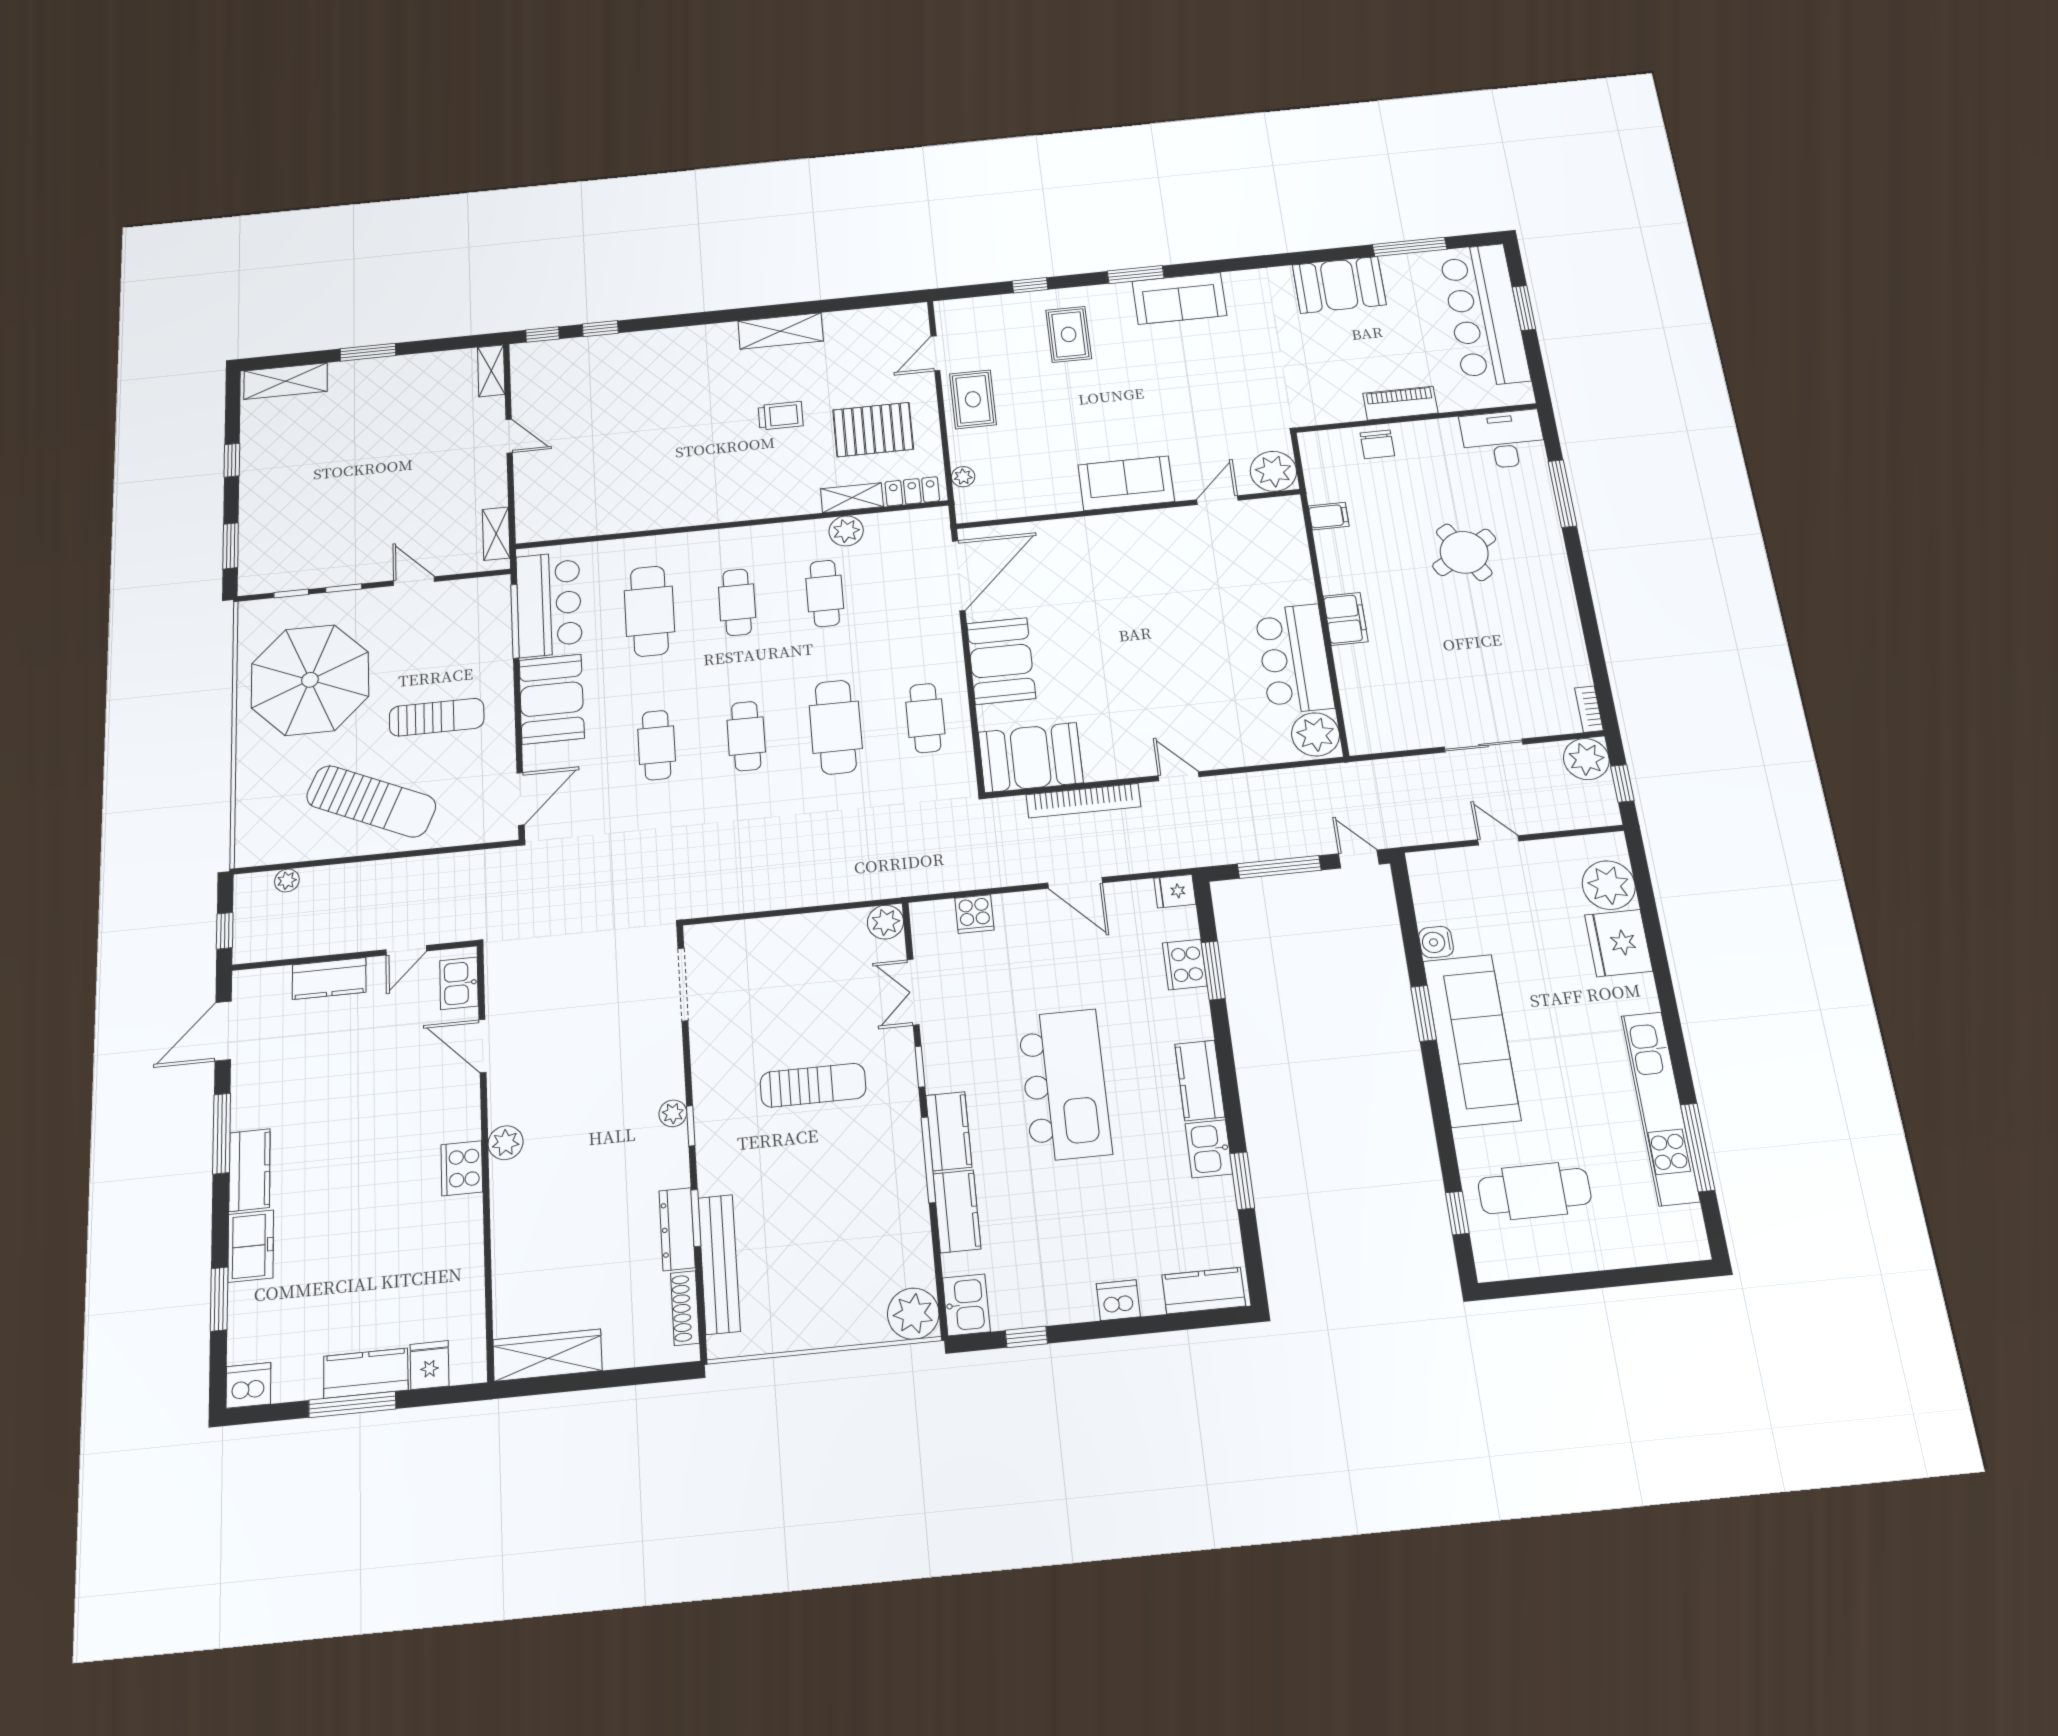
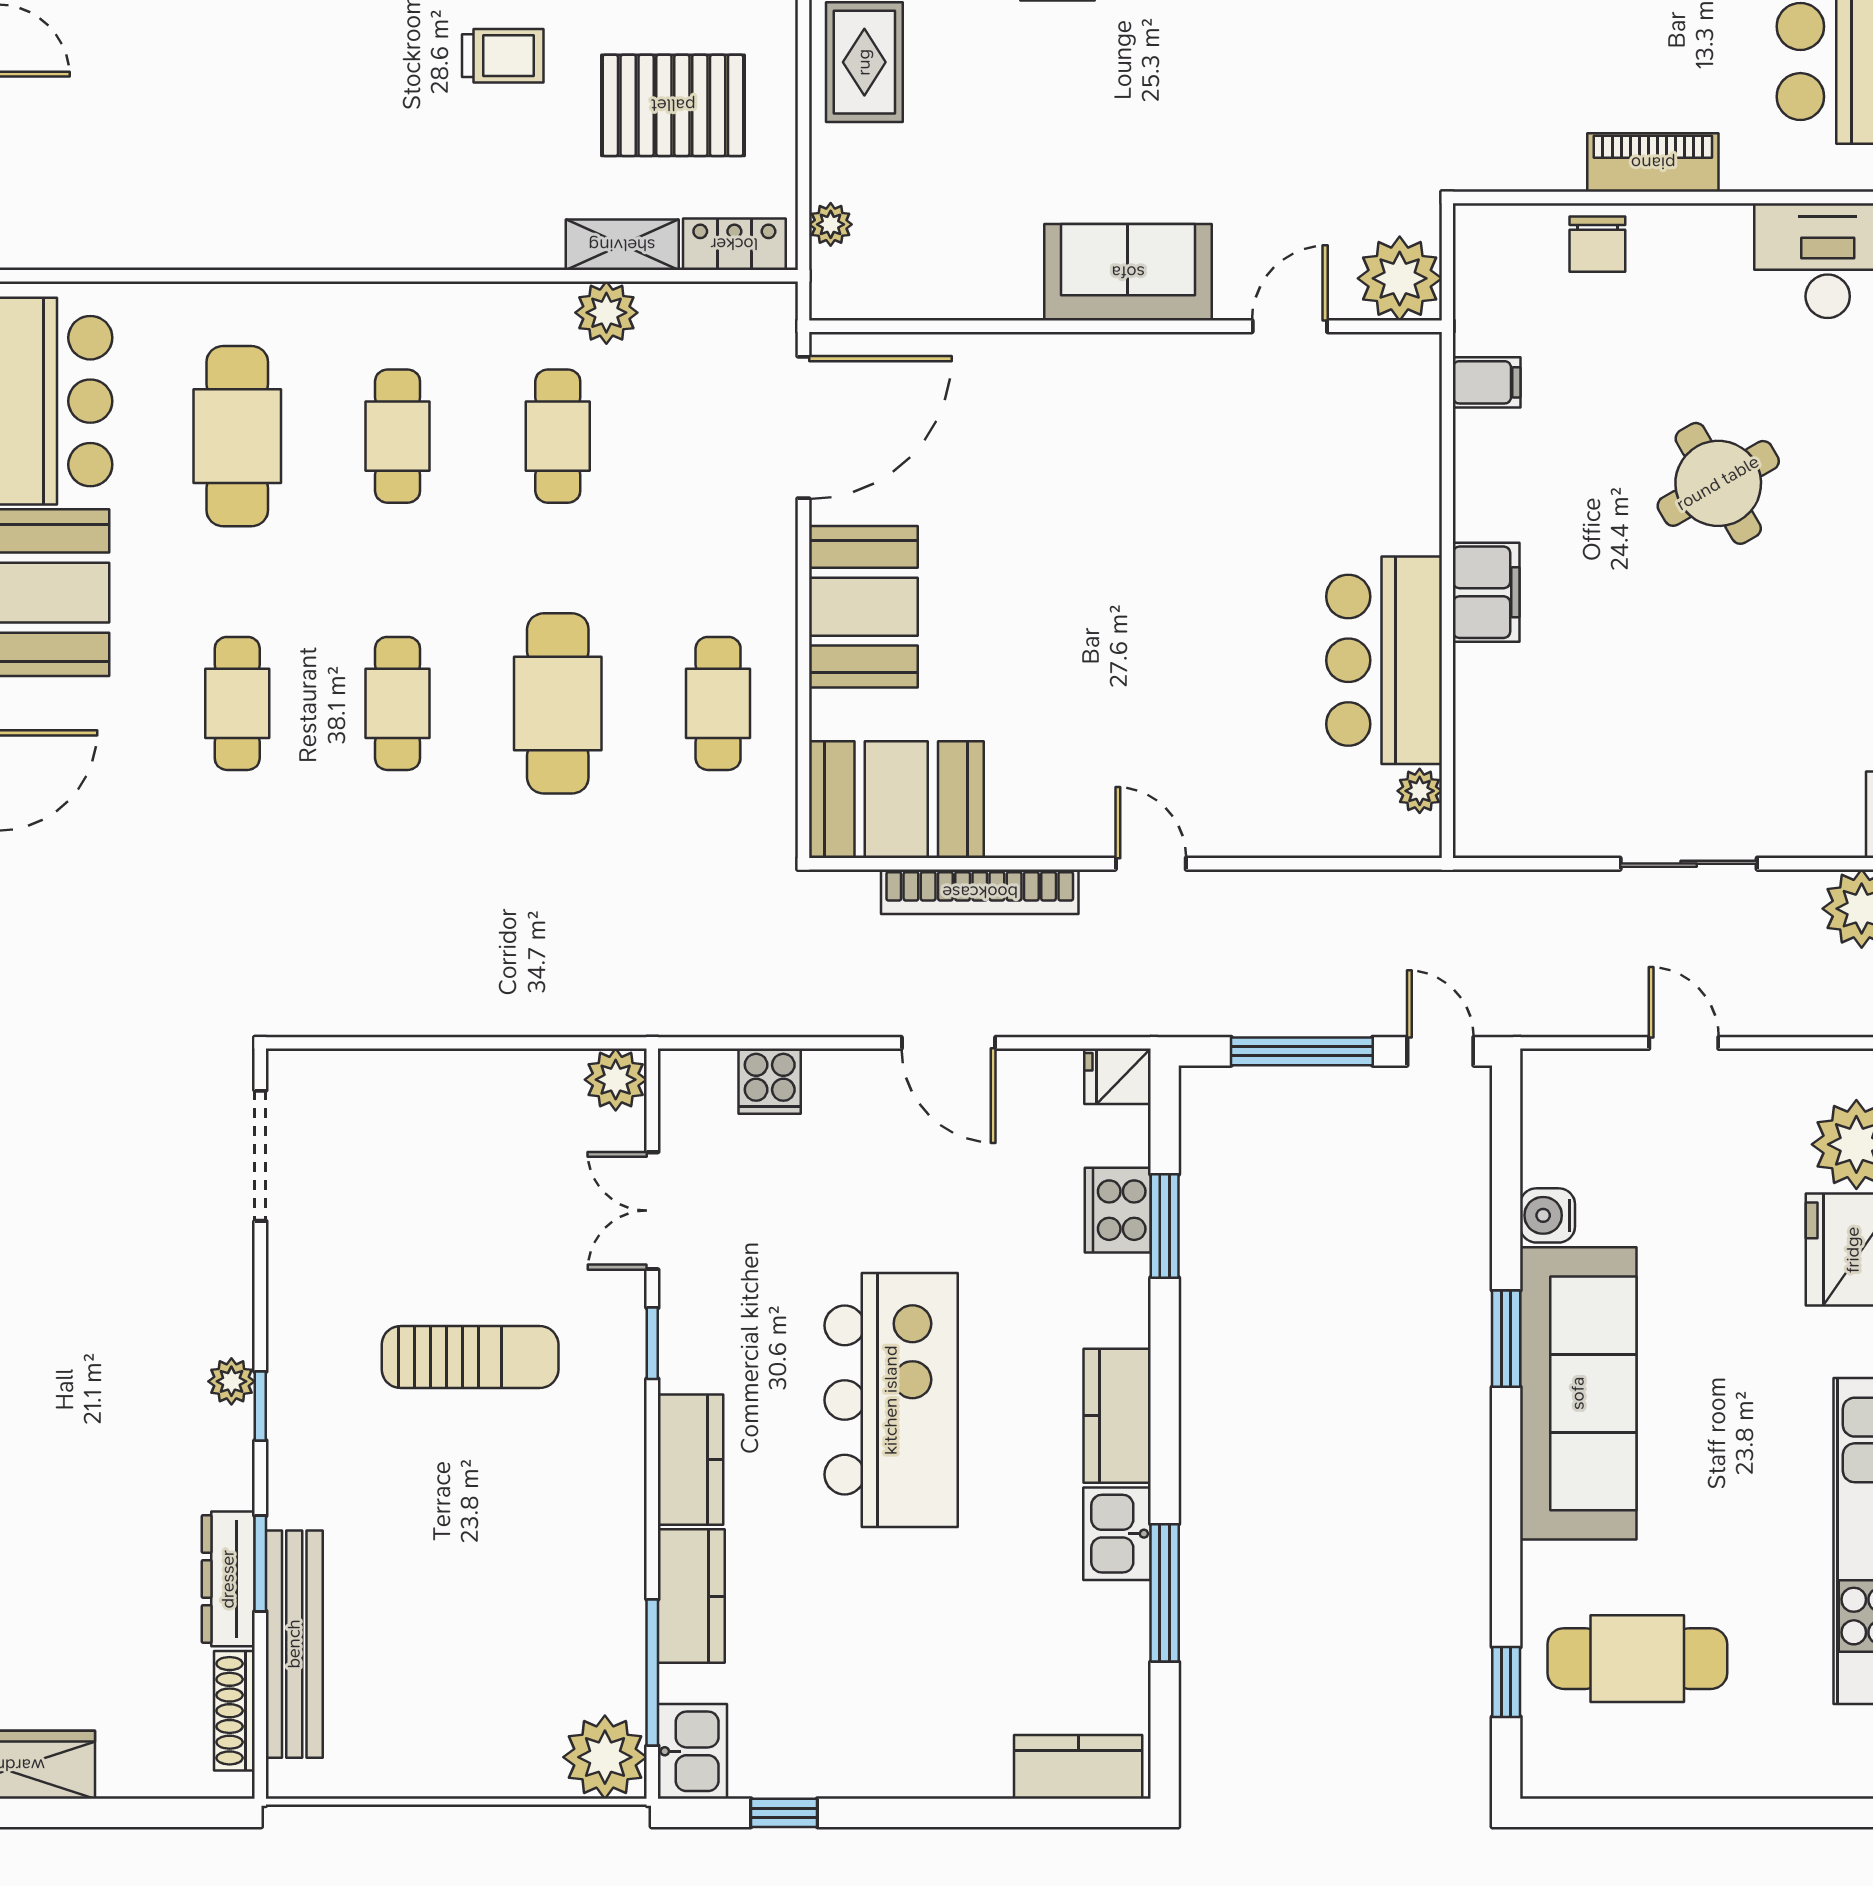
plant: (1315, 734) -> (1420, 791), width x0.53, depth x0.53
window: (928, 1160) -> (652, 1673), moved
window: (1242, 1181) -> (1165, 1593), width x1.44
dishwasher: (1118, 1300) -> (939, 1769), removed

